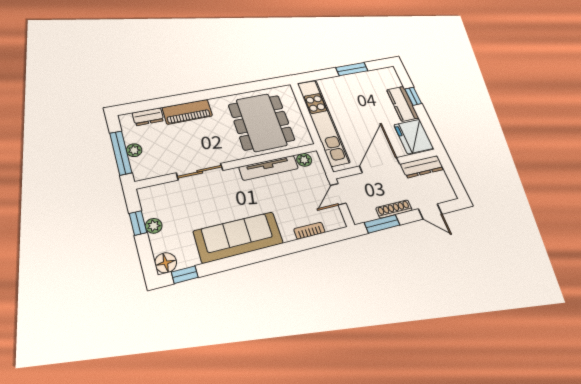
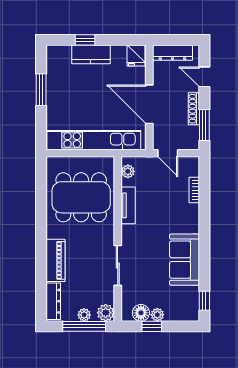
dresser: (148, 117) -> (53, 301), width x1.44
fridge: (414, 136) -> (136, 55), width x0.53, depth x0.75
dresser: (422, 167) -> (172, 53), moved, turned 90
tv unit: (269, 168) -> (128, 205), width x0.71
plant: (142, 171) -> (106, 313), added
door: (430, 211) -> (204, 77), swing flipped
sofa: (238, 237) -> (184, 260), width x0.73
floor lamp: (166, 263) -> (141, 313), moved

